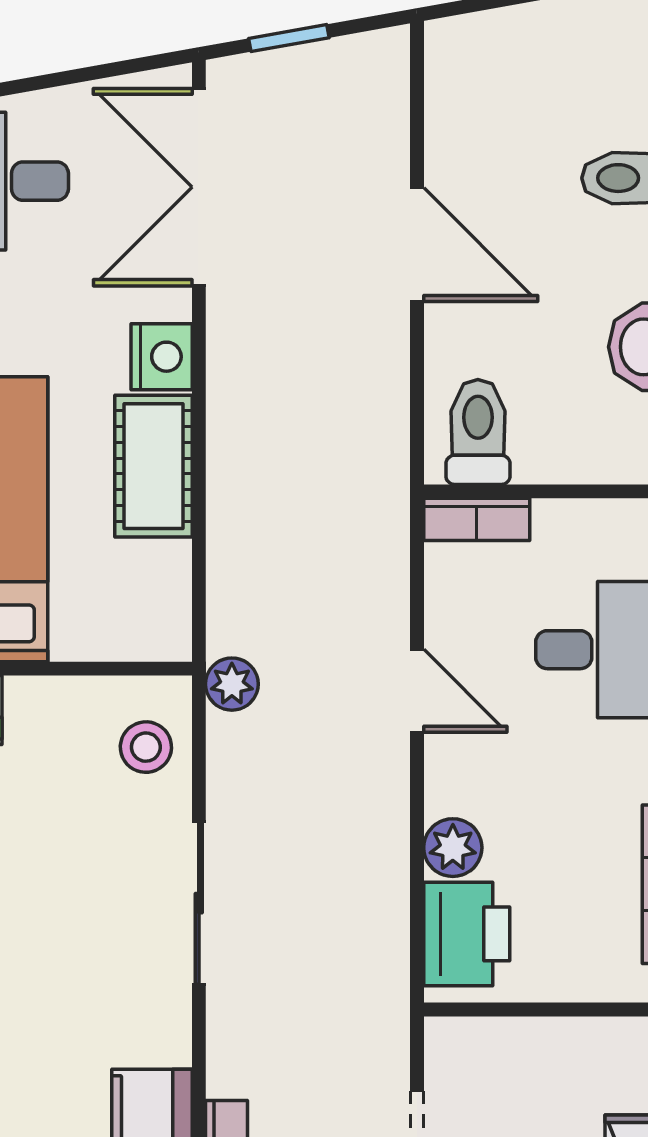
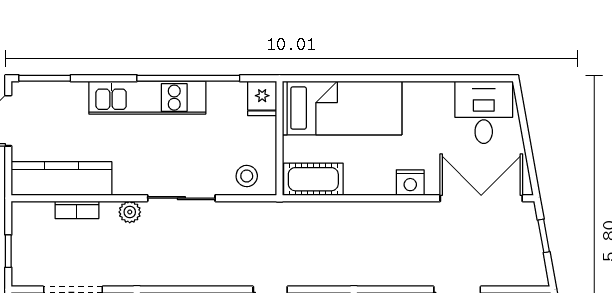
cot: (153, 466) -> (313, 179), moved
plant: (232, 684) -> (130, 212), moved

